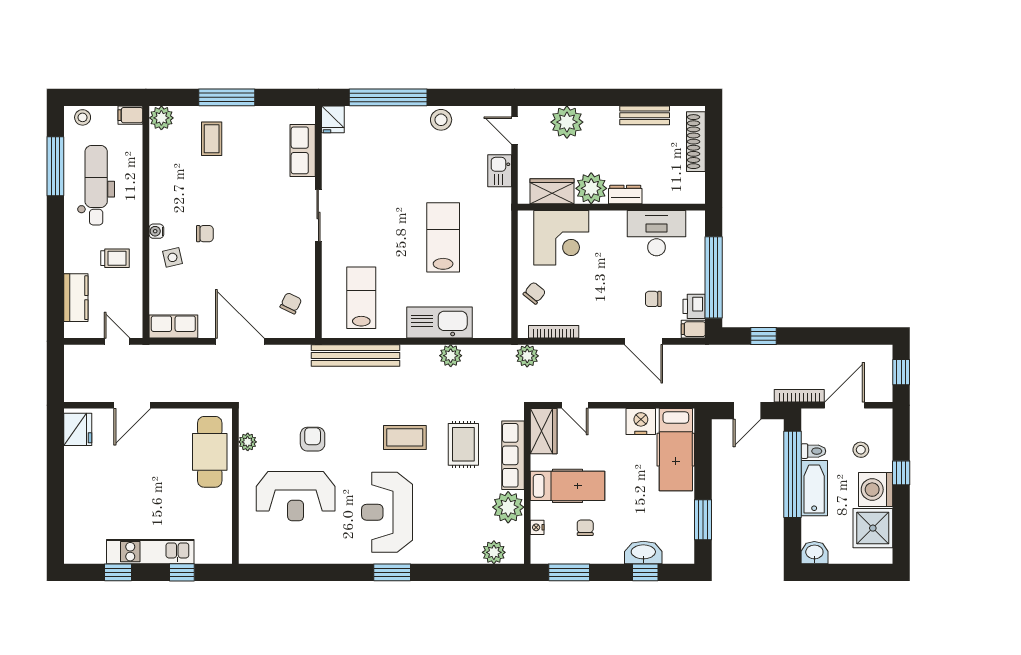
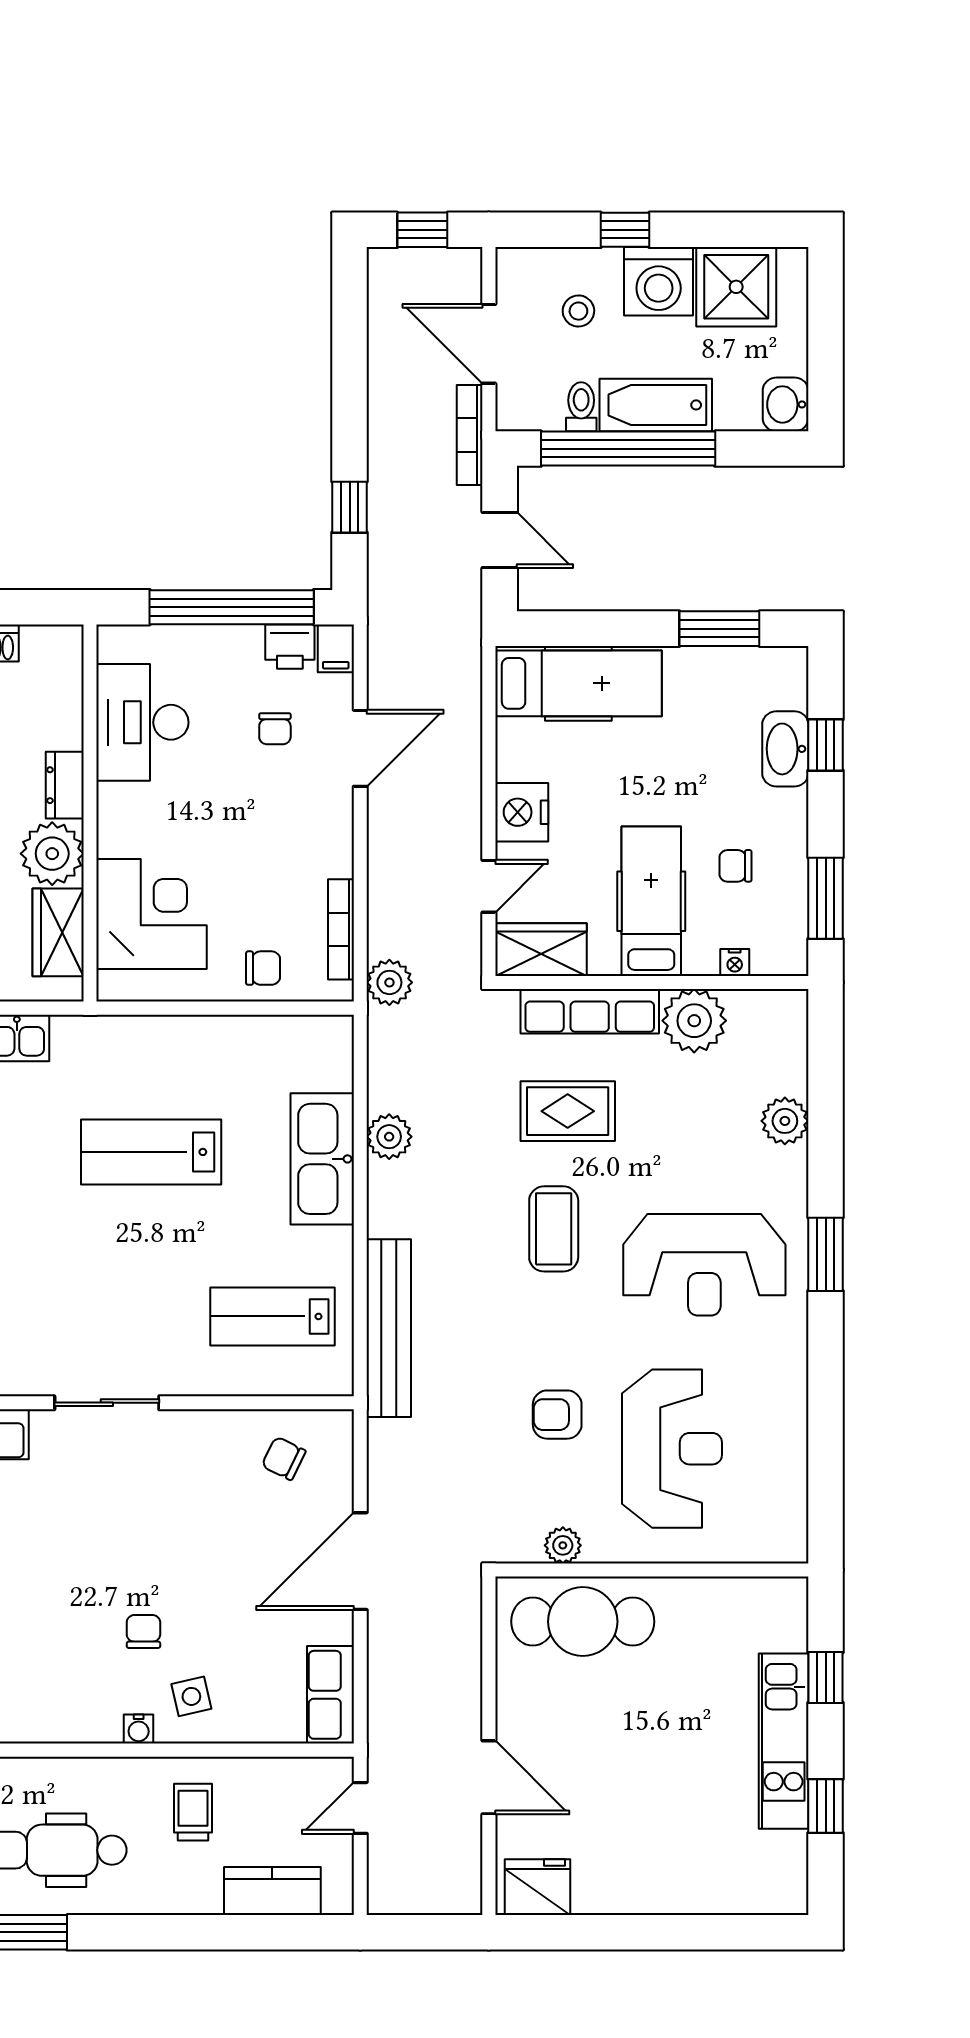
chair: (534, 293) -> (263, 968), turned 141
nightstand: (641, 422) -> (522, 812), moved
plant: (494, 552) -> (785, 1121), moved

